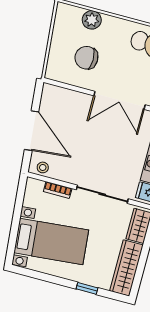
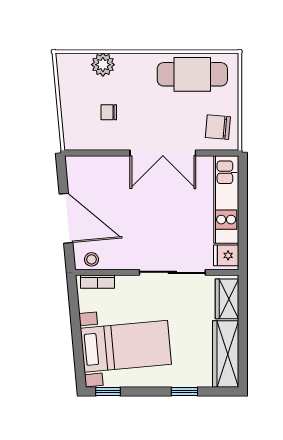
chair: (86, 58) -> (109, 112), width x0.54, depth x0.54
bookcase: (58, 190) -> (97, 282), moved
window: (28, 273) -> (108, 391), added

